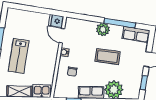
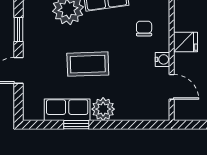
fridge: (56, 21) -> (185, 42), moved
window: (120, 23) -> (76, 125), width x0.46
row of seats: (136, 34) -> (67, 110), moved

